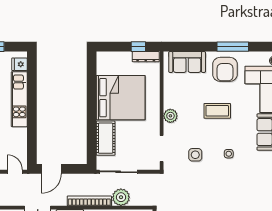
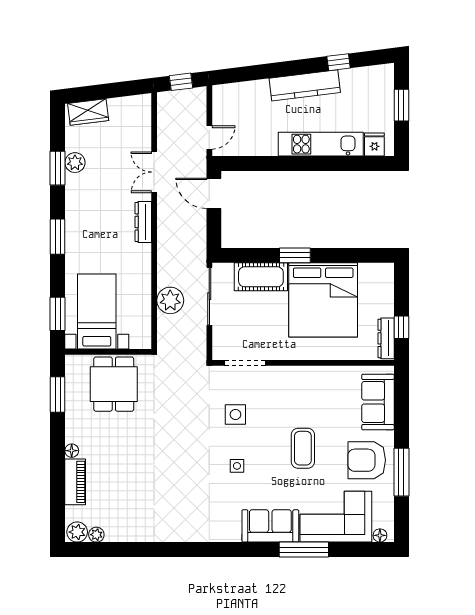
window: (92, 116) -> (295, 255), added
plant: (170, 116) -> (295, 376), removed
bookcase: (89, 201) -> (165, 252), removed

